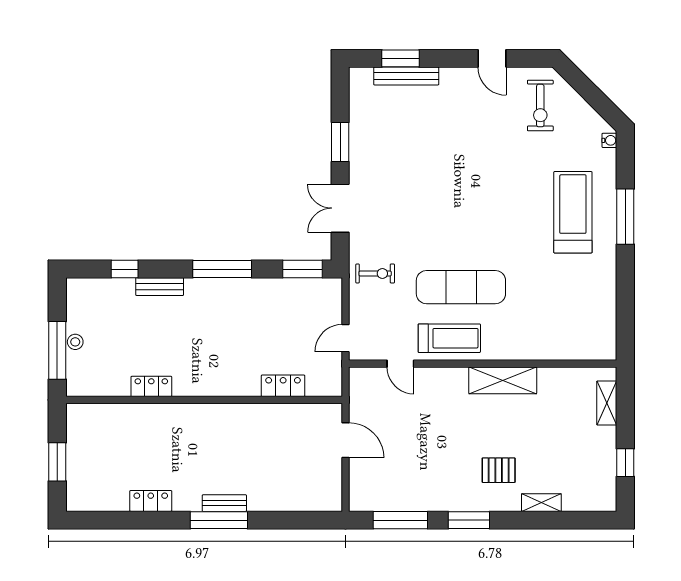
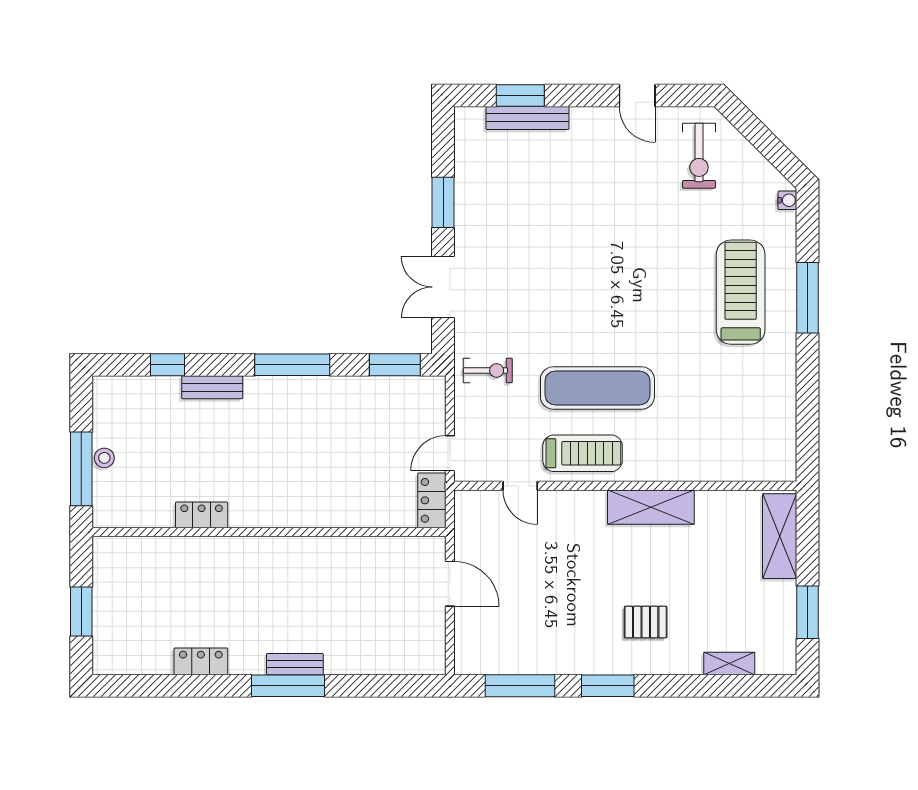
locker: (283, 386) -> (432, 500), moved, turned -90
shelving: (607, 403) -> (780, 536), width x1.50, depth x1.33
window: (625, 463) -> (808, 612), width x1.50
shelving: (541, 503) -> (729, 663), moved

